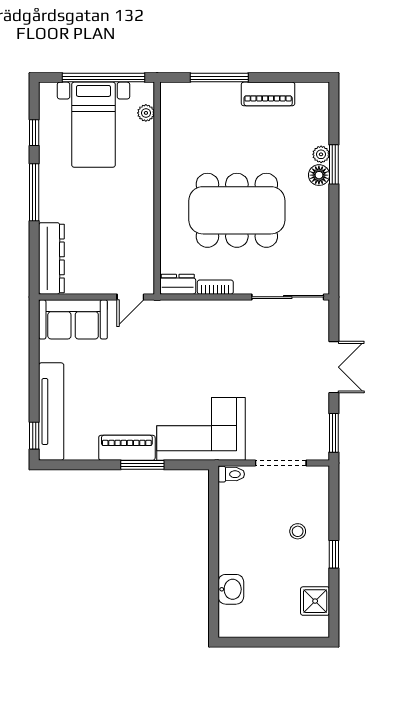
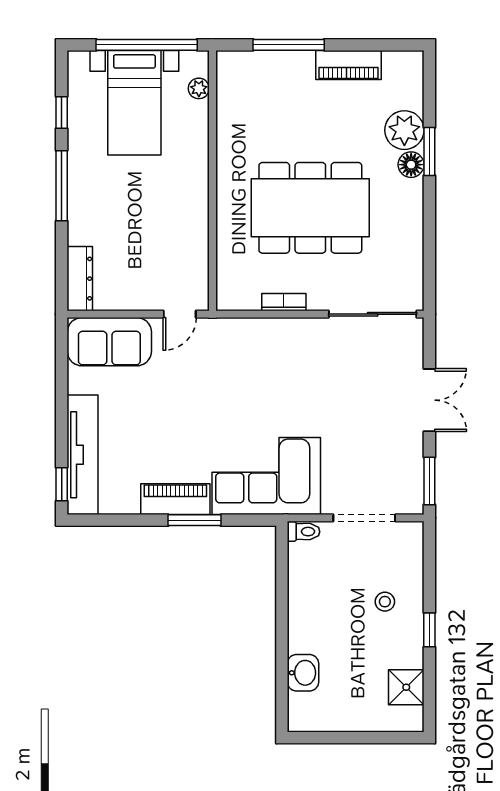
plant: (321, 154) -> (404, 130), width x1.88, depth x1.88
dresser: (51, 258) -> (80, 279), width x0.73, depth x0.80
dresser: (178, 284) -> (238, 299), removed

